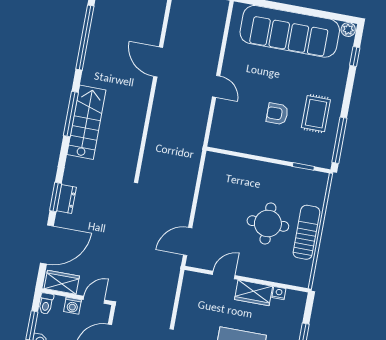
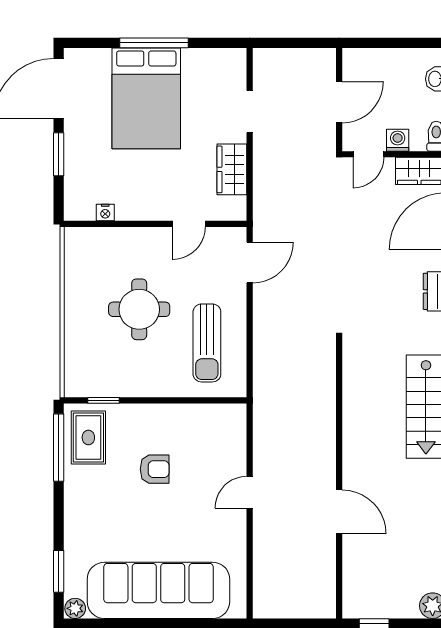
window: (355, 57) -> (59, 571), width x1.50
door: (216, 86) -> (250, 492), hinge flipped
rug: (316, 114) -> (88, 437), moved
sun lounger: (306, 232) -> (207, 343), moved
wardrobe: (254, 293) -> (232, 169), moved, turned -90

